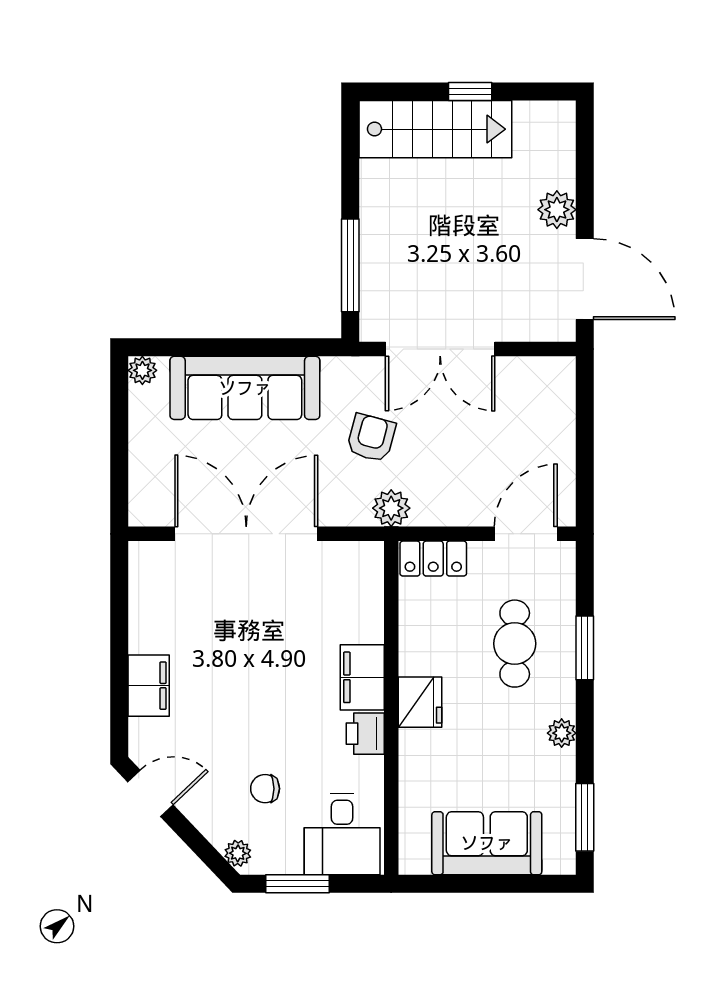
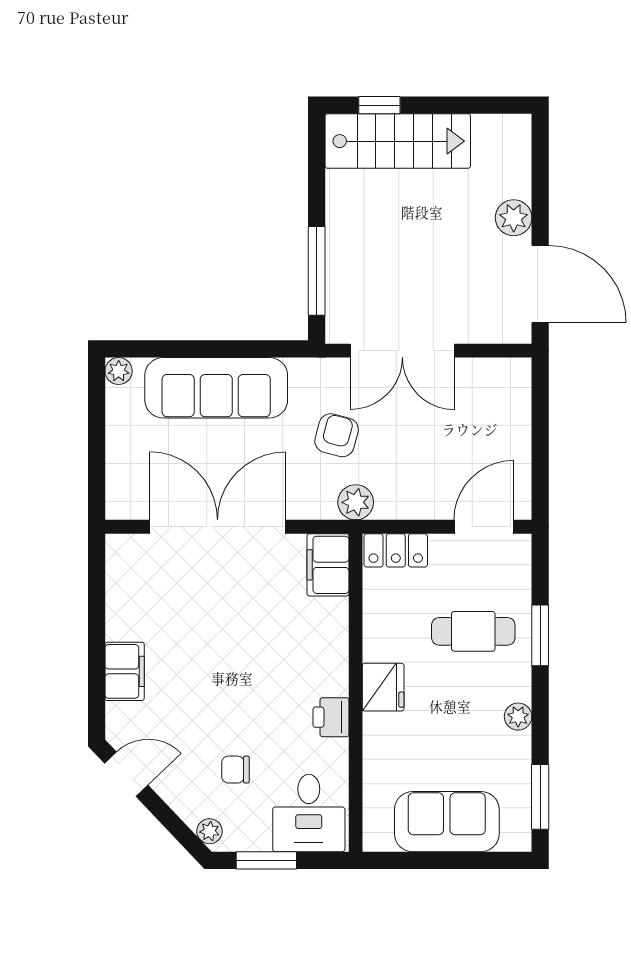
window: (470, 91) -> (379, 105), moved
cafe table: (515, 644) -> (473, 631), turned 90
filing cabinet: (362, 677) -> (328, 565), moved

